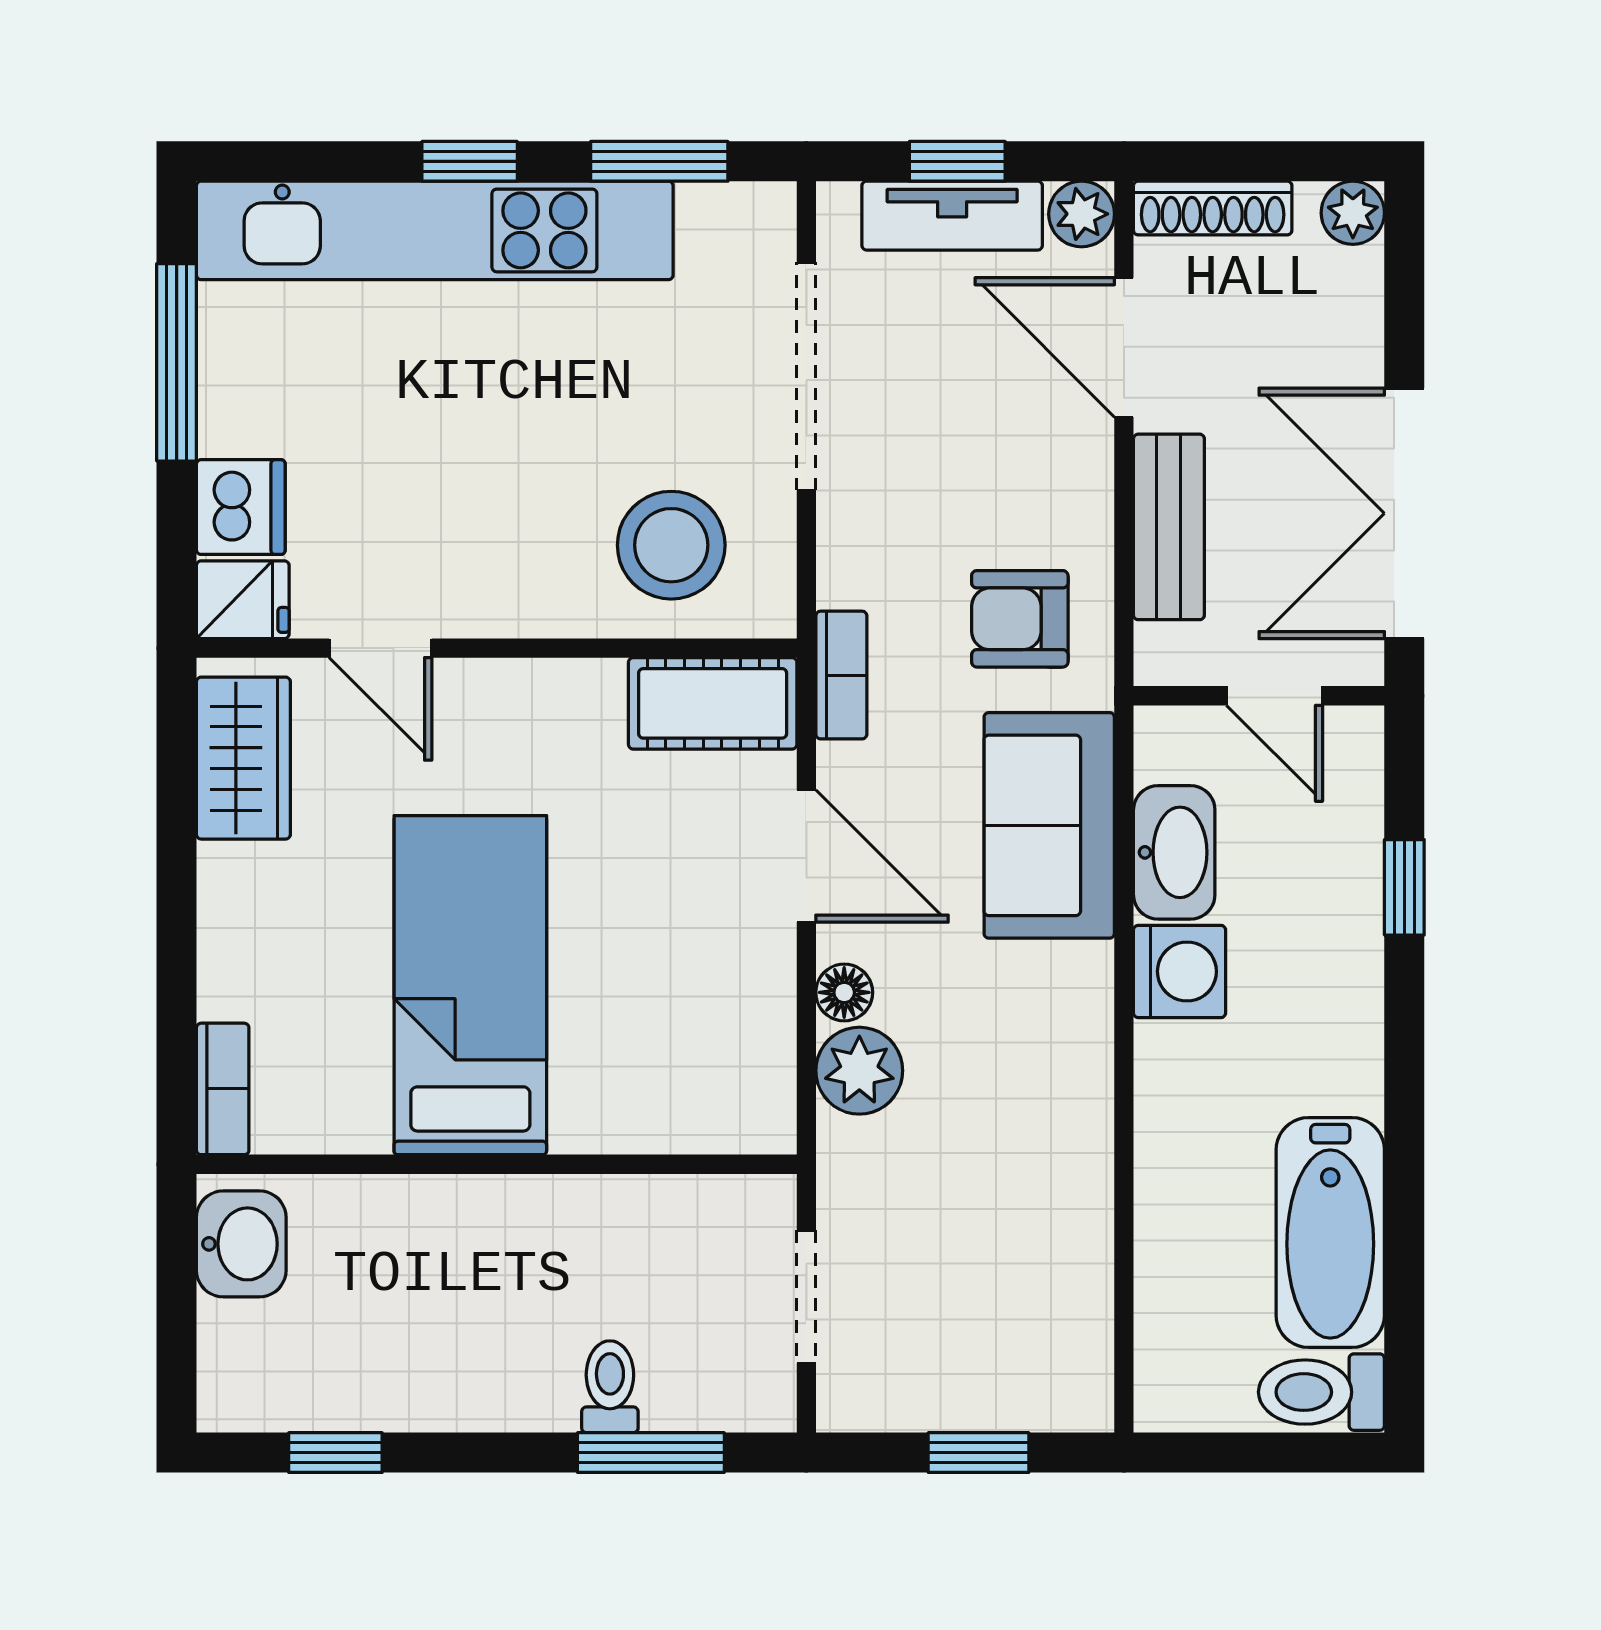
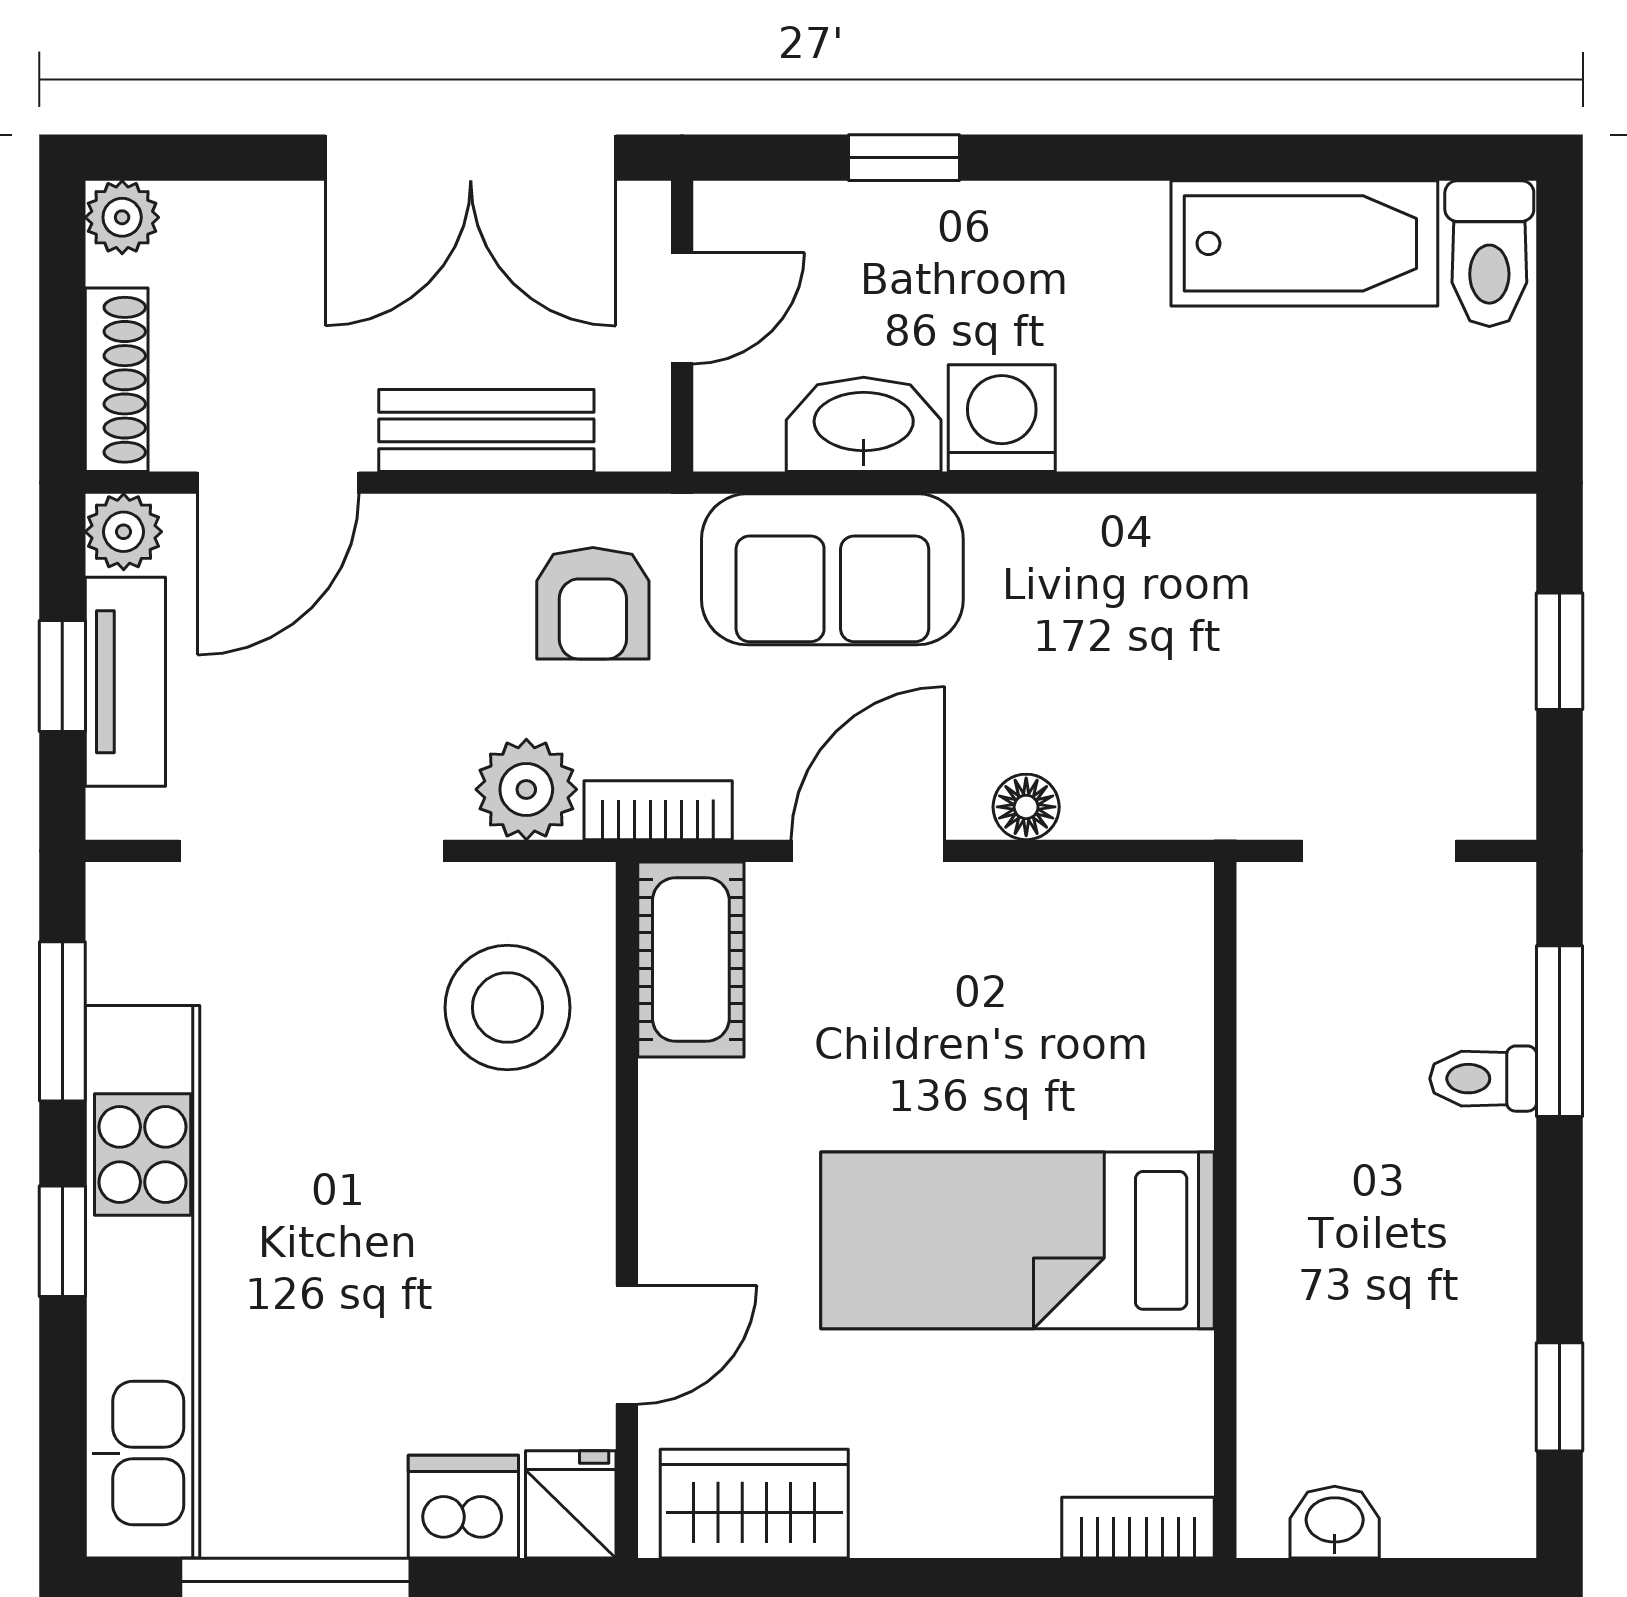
plant: (859, 1071) -> (526, 789), moved
washbasin: (241, 1244) -> (1335, 1522), width x0.72, depth x0.69

